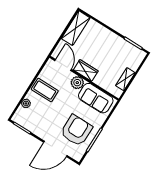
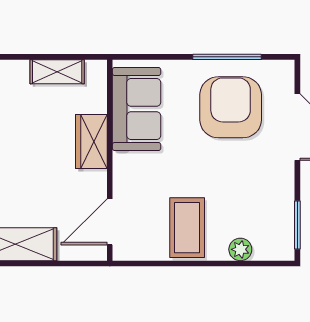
wardrobe: (86, 70) -> (91, 141), moved
plant: (77, 83) -> (128, 169), removed
armchair: (76, 130) -> (231, 107), turned 90

